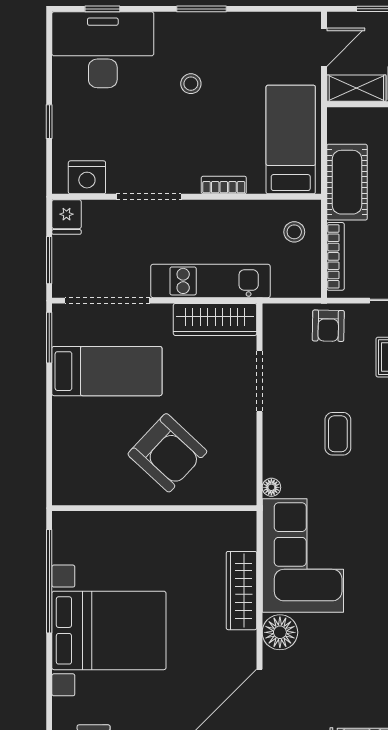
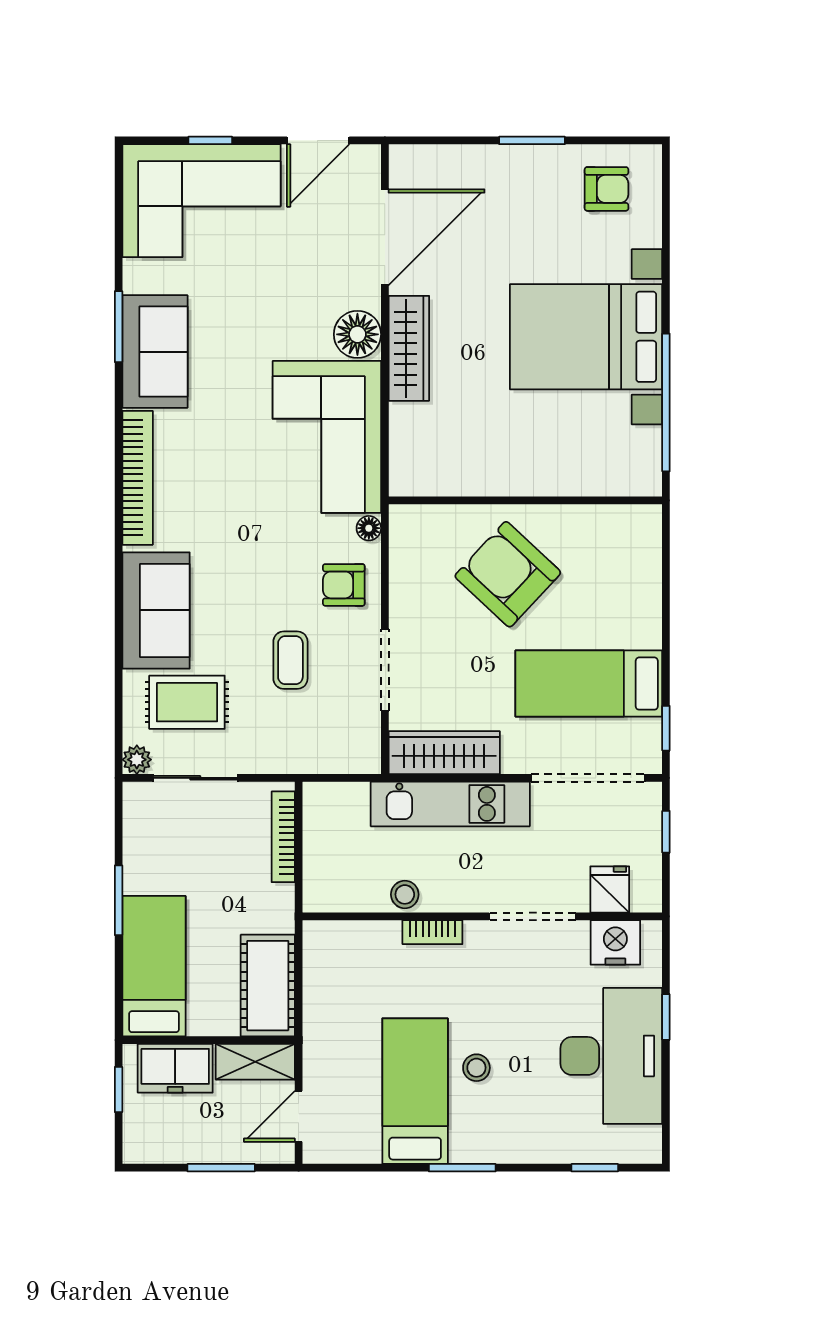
desk: (103, 50) -> (611, 1056), moved, turned -90
bed: (291, 140) -> (415, 1091), moved, turned 180
cot: (347, 182) -> (268, 986), moved
fridge: (66, 217) -> (610, 890), moved
stool: (294, 232) -> (405, 894), moved
window: (49, 260) -> (666, 832), width x0.67
armchair: (328, 326) -> (344, 585), moved, turned -91
window: (49, 338) -> (666, 728), width x0.67
coffee table: (338, 434) -> (290, 660), moved
wardrobe: (241, 591) -> (409, 348), moved

